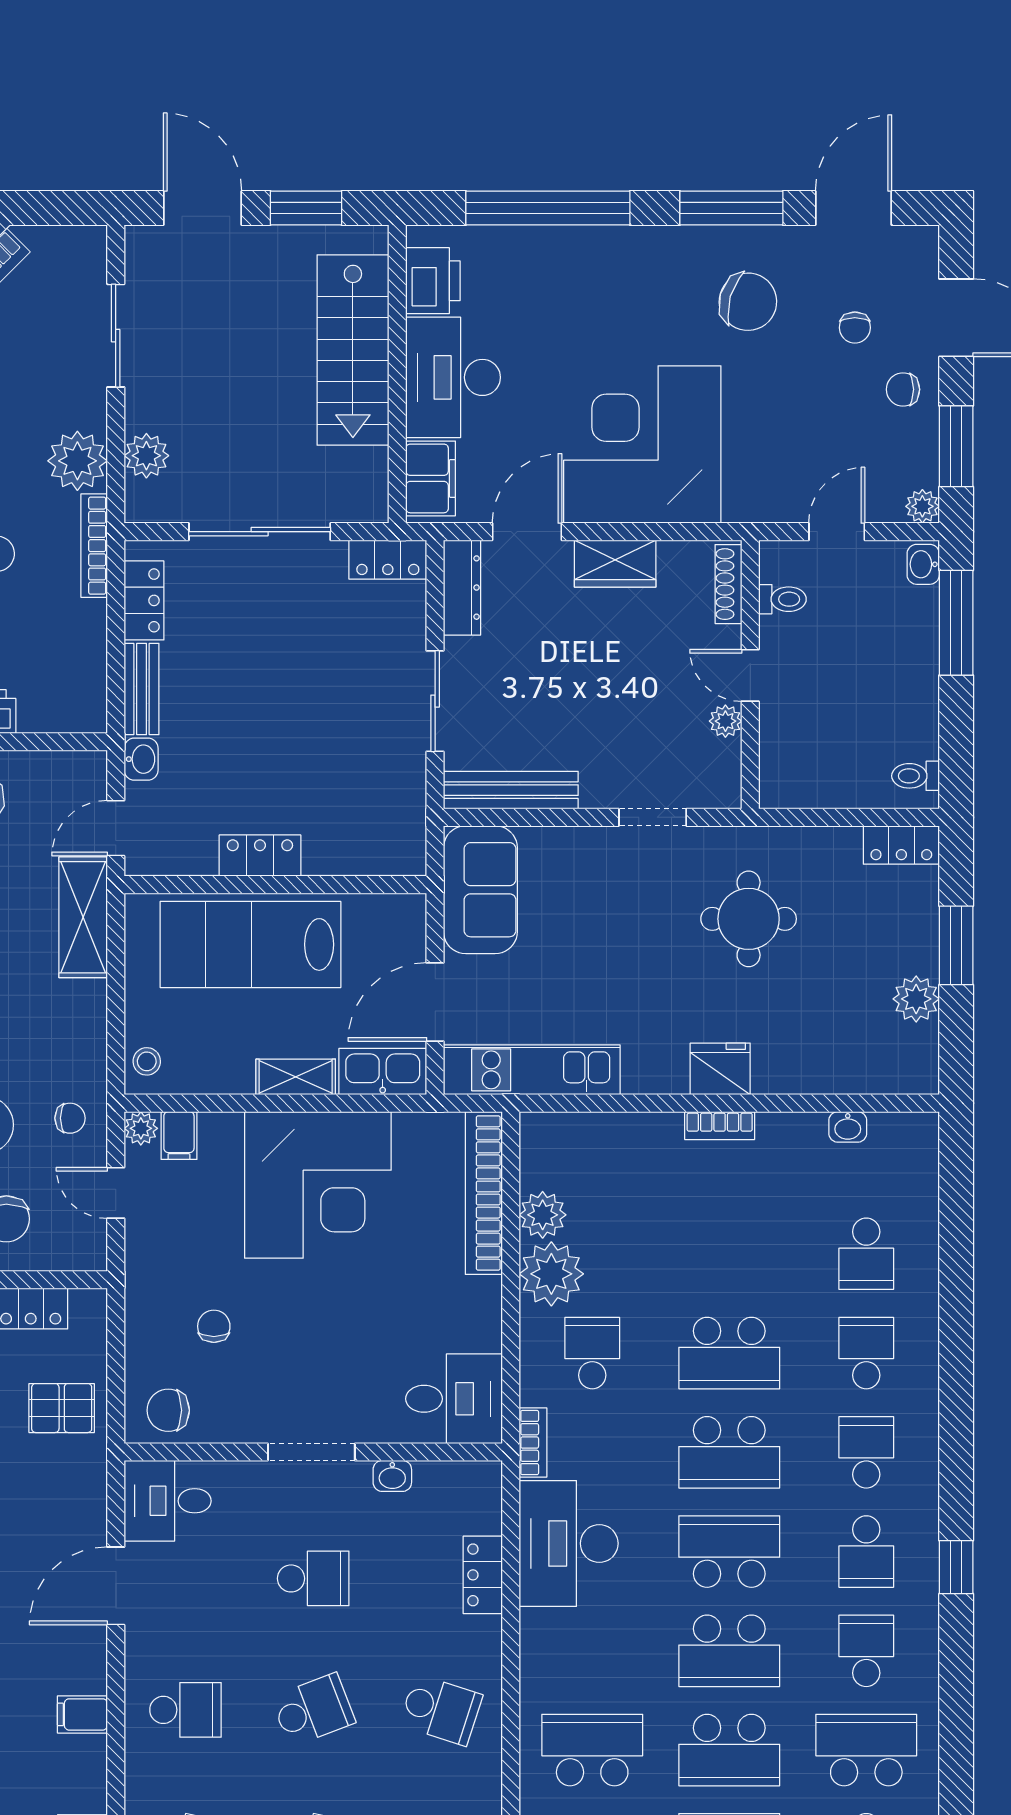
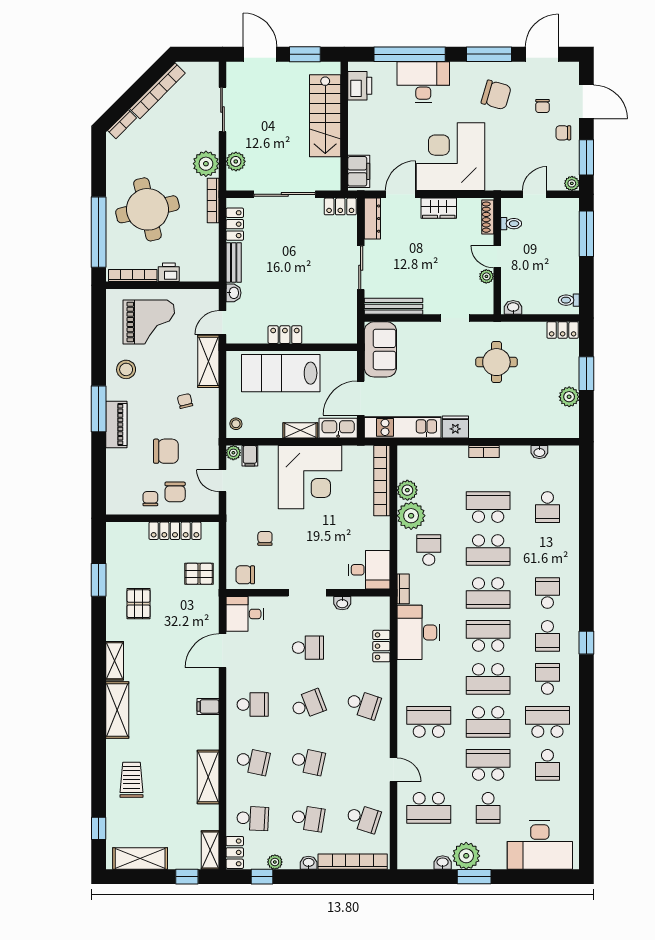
desk: (453, 377) -> (423, 82), moved, turned 90
washbasin: (923, 564) -> (513, 307), moved, turned 90
fridge: (720, 1069) -> (455, 427), moved
chair: (70, 1118) -> (185, 401), moved, turned -104
school desk: (866, 1353) -> (488, 507), moved, width x1.85

